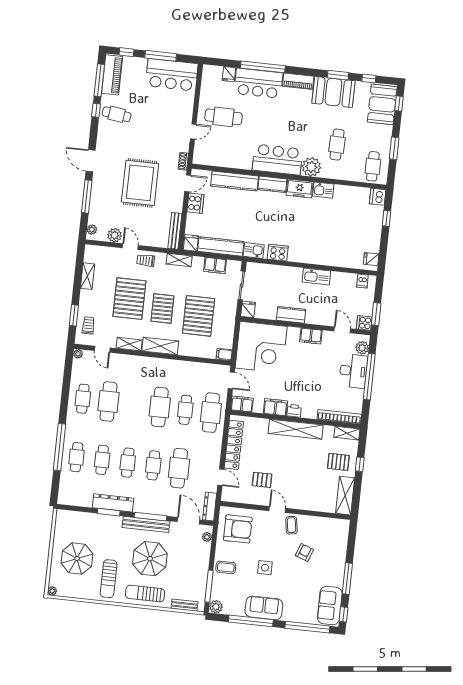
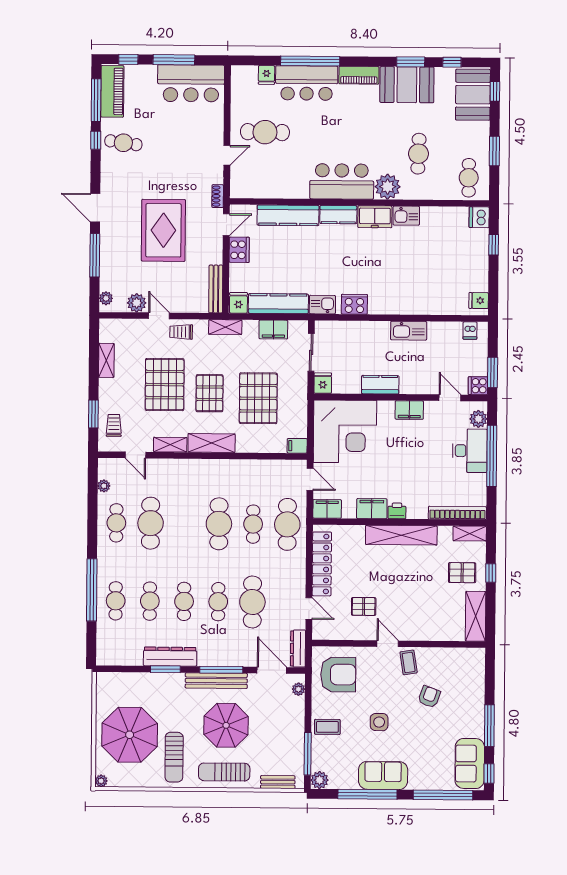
plant: (78, 354) -> (104, 486), moved
parasol: (77, 559) -> (130, 735), width x1.36, depth x1.36

